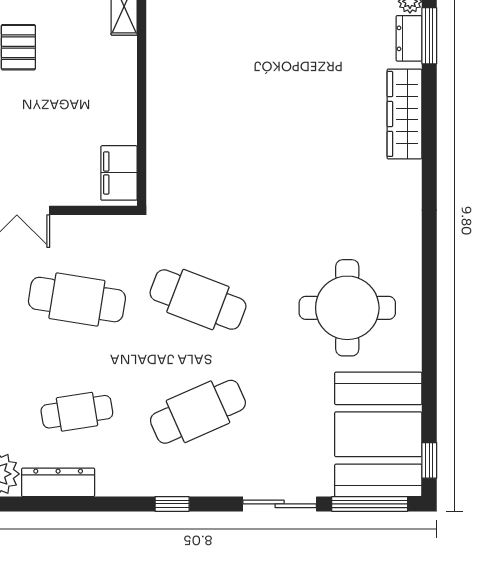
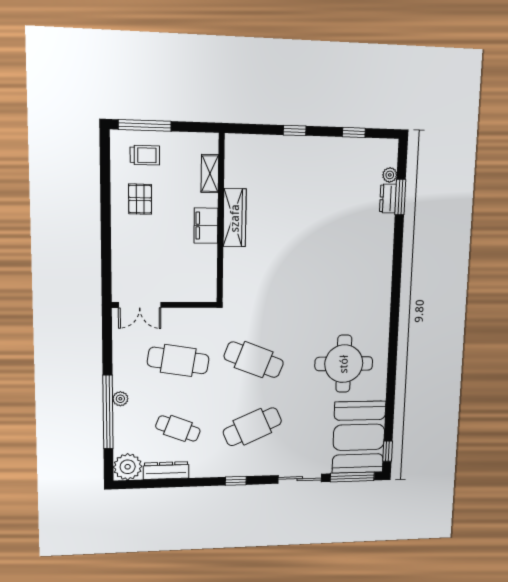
wardrobe: (404, 114) -> (235, 218), moved, turned 180
filing cabinet: (119, 173) -> (206, 226), moved
cafe table: (77, 412) -> (178, 428), turned 30

